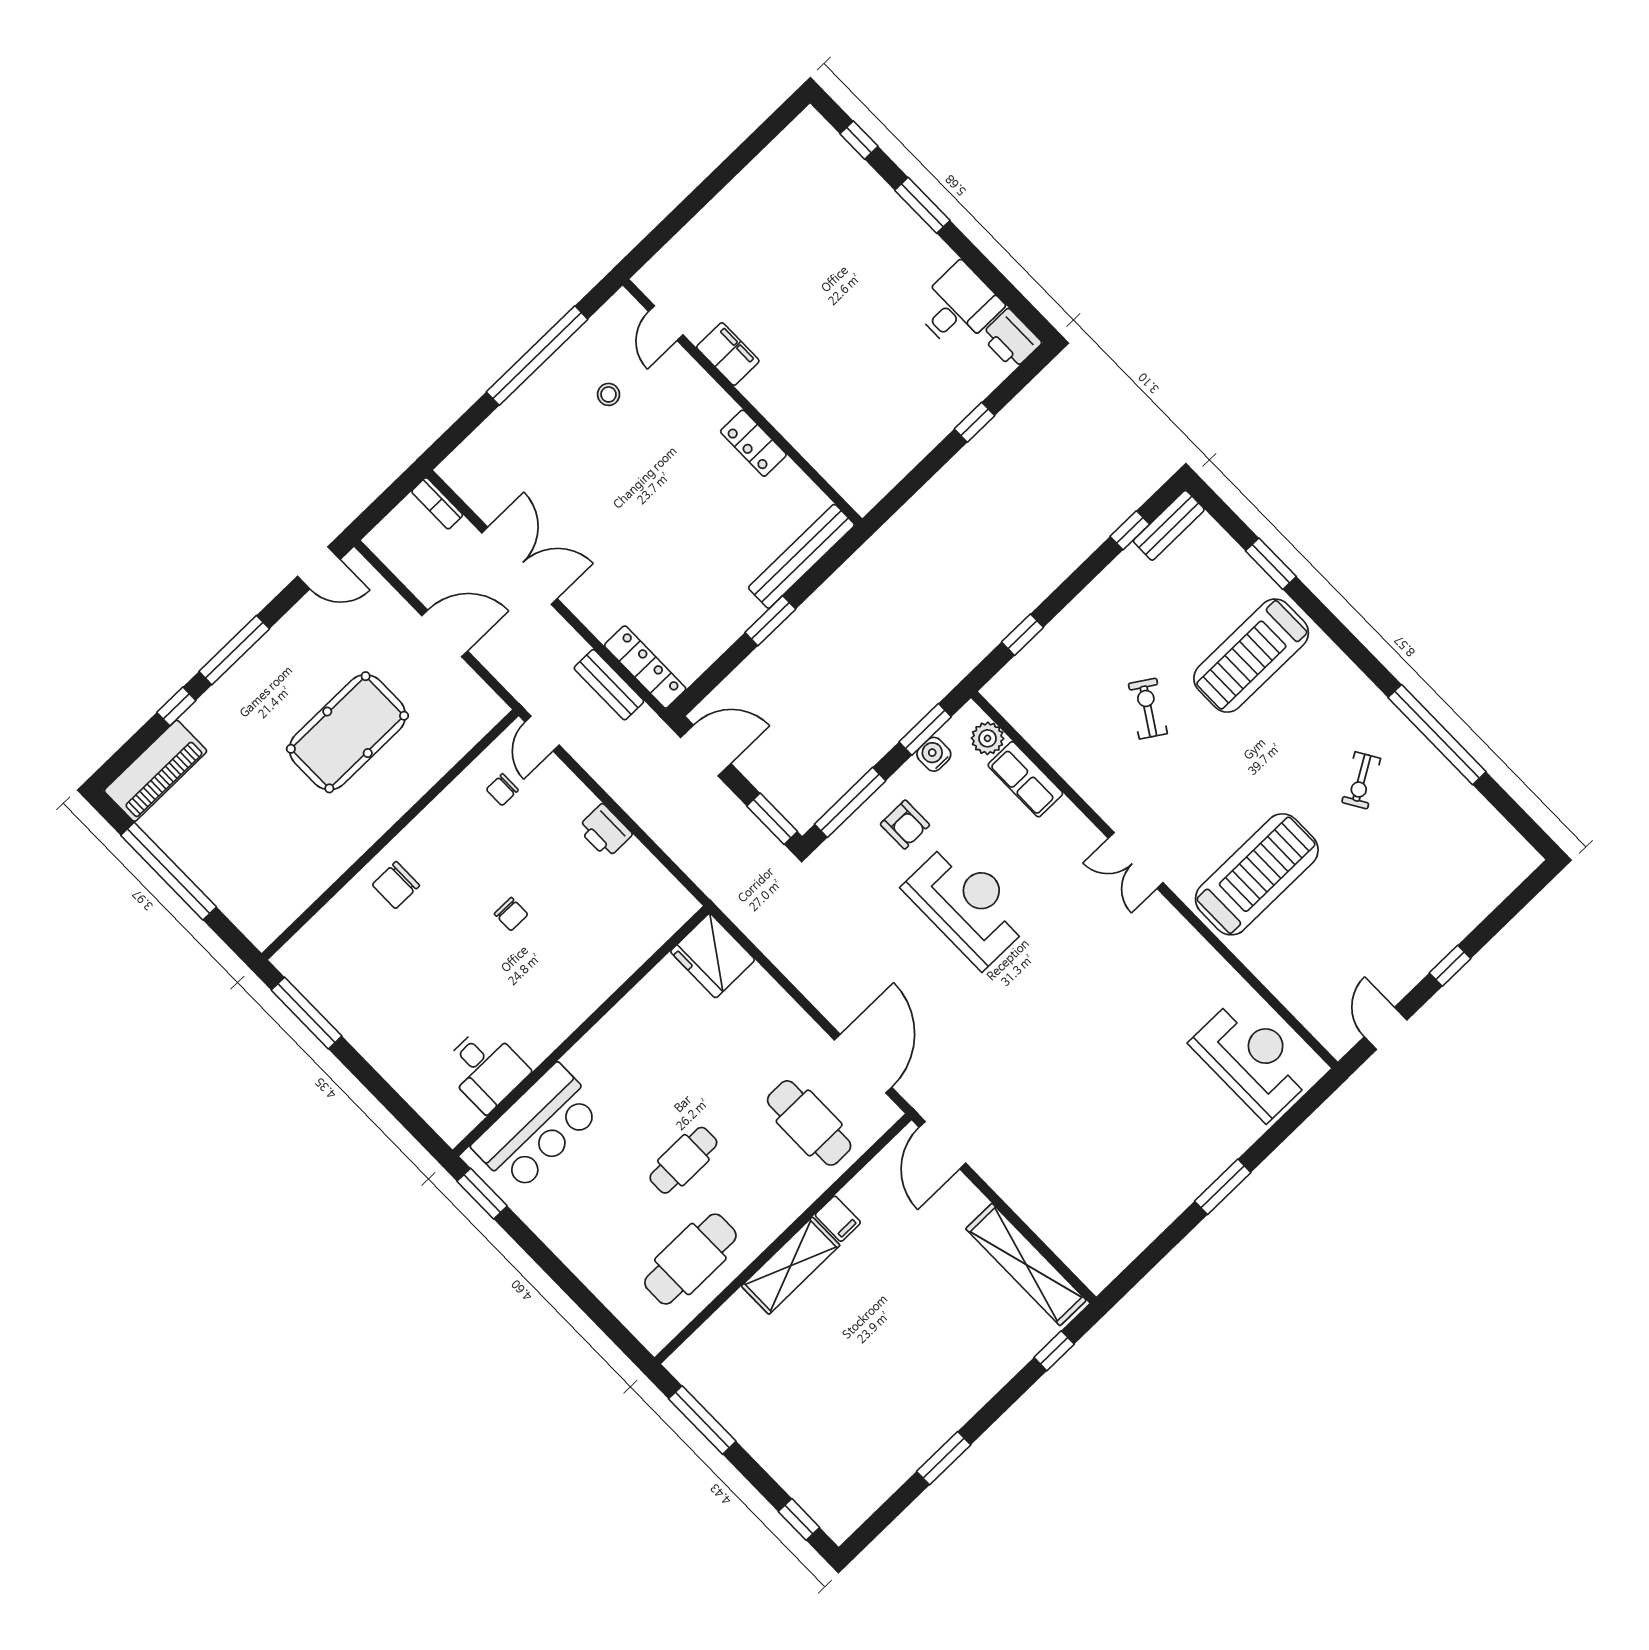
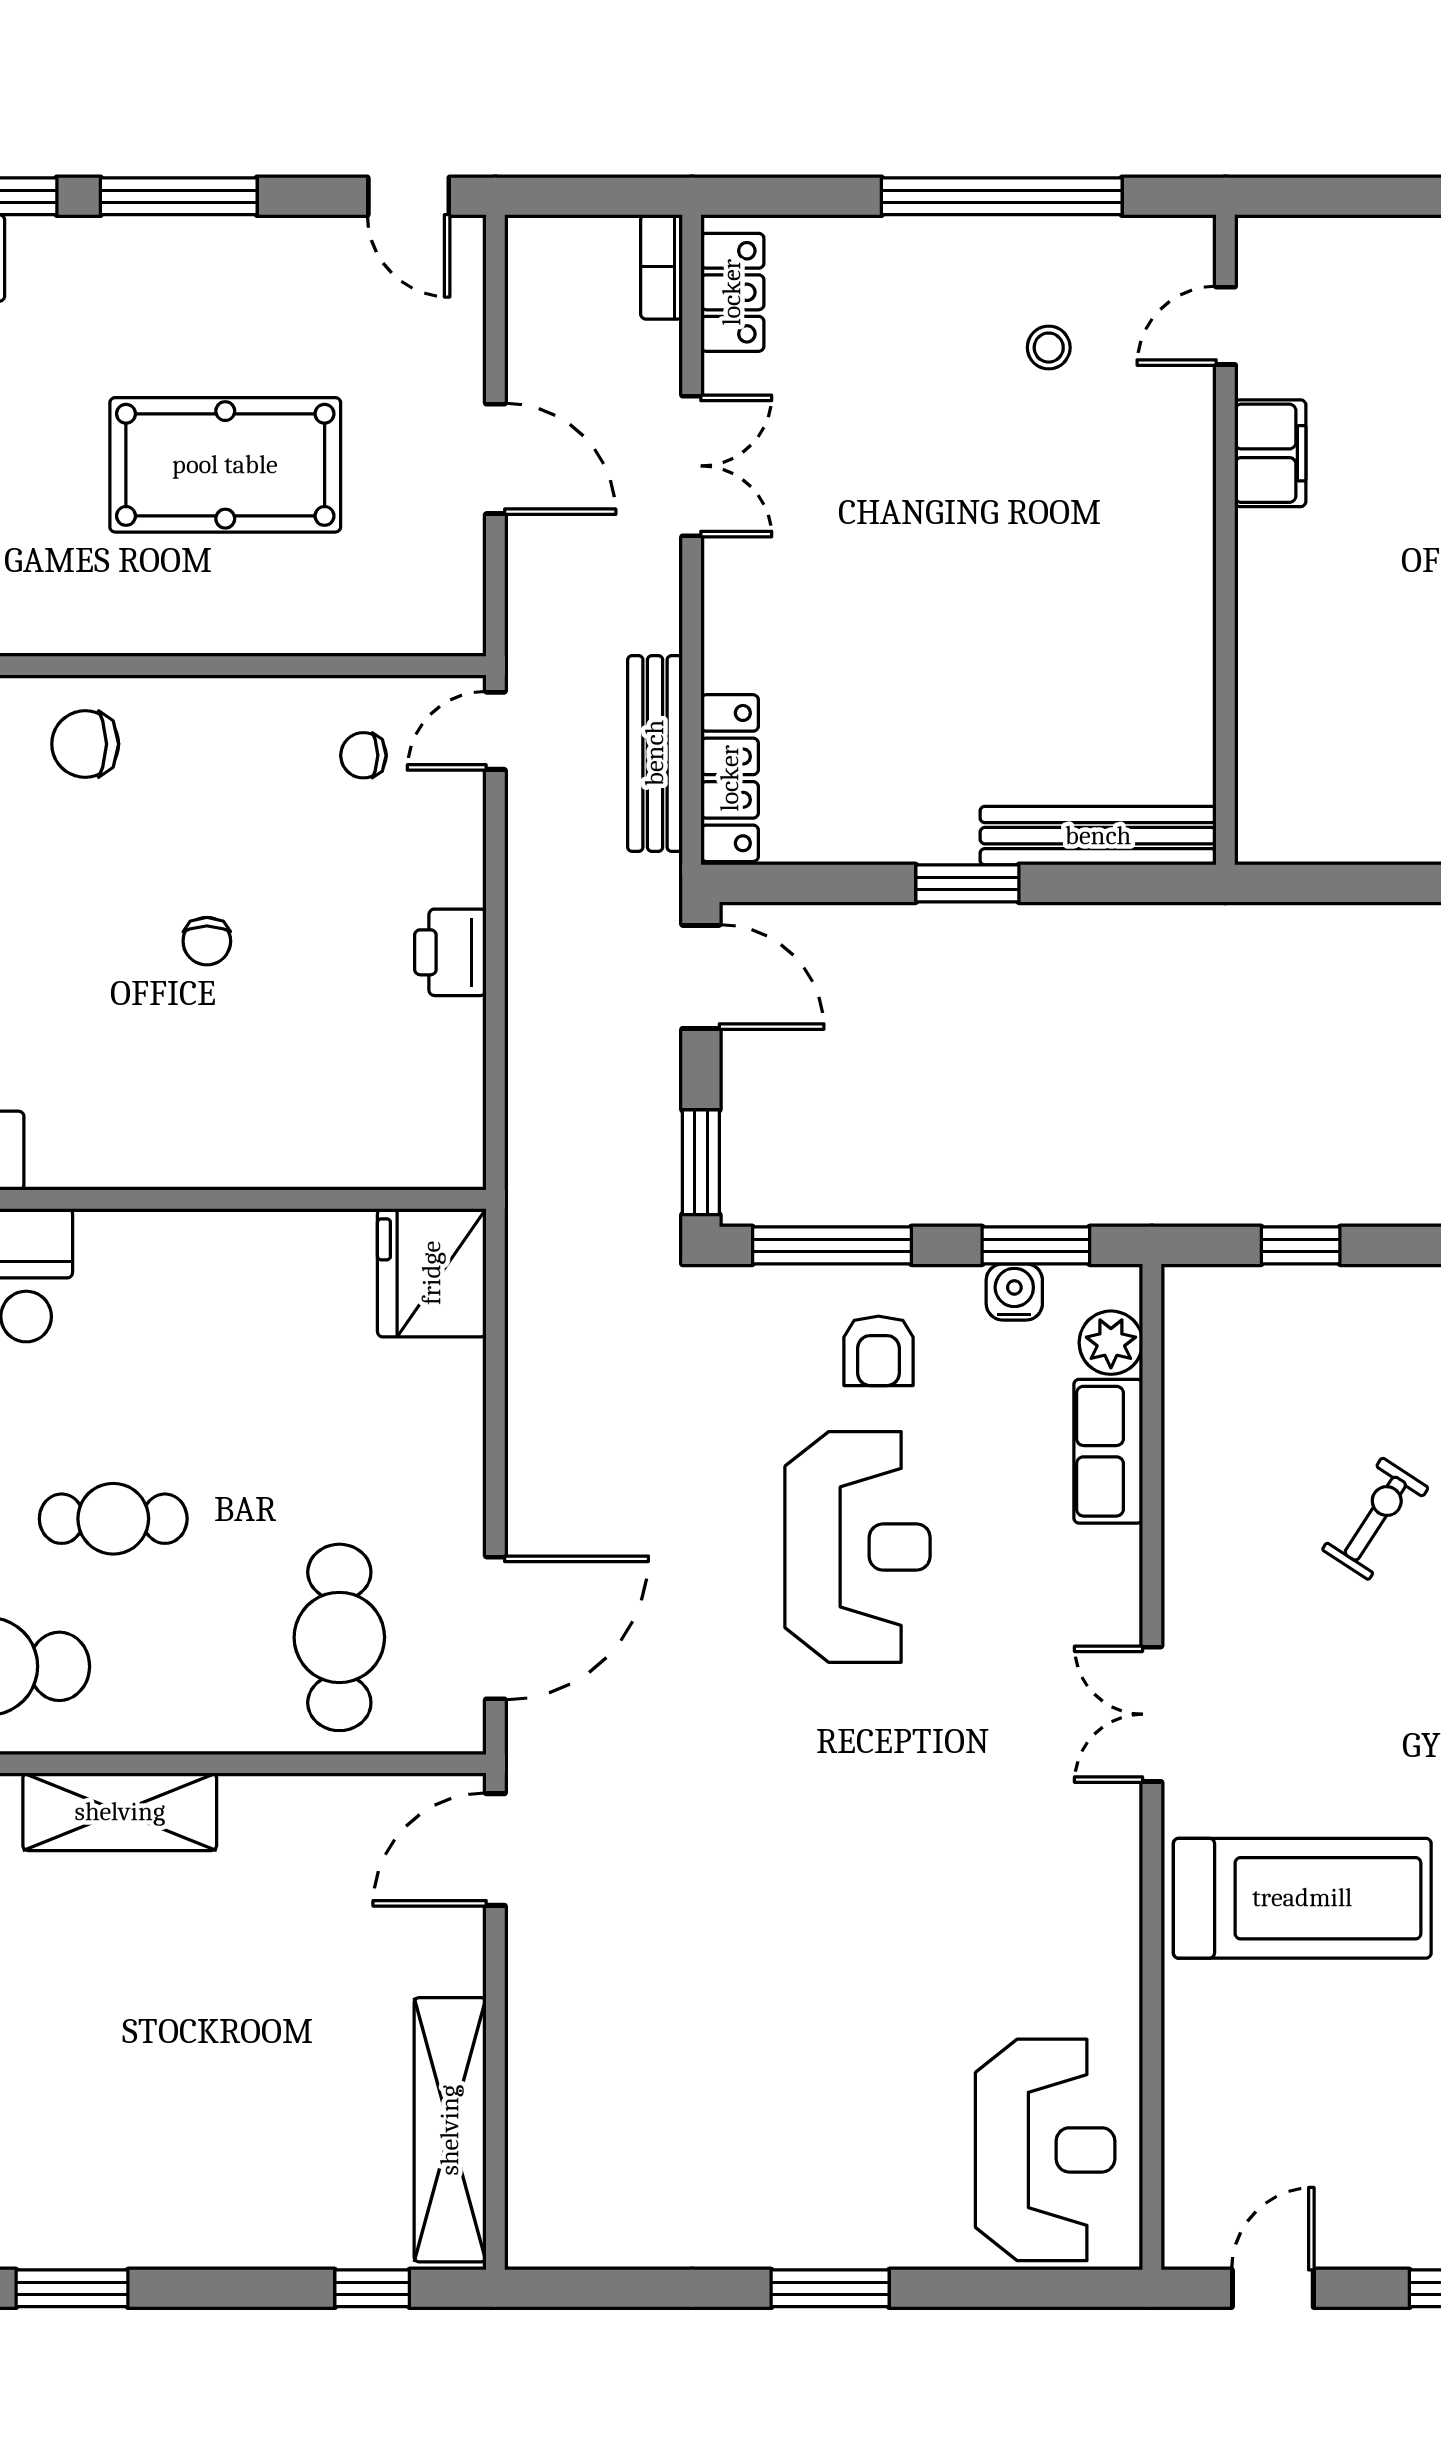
locker: (753, 443) -> (732, 292), moved, turned 180
double door: (520, 566) -> (692, 466), width x0.73
bench: (609, 685) -> (655, 753), width x1.36
filing cabinet: (838, 1219) -> (249, 1810), removed

